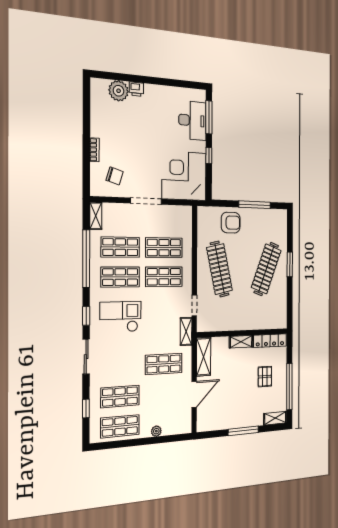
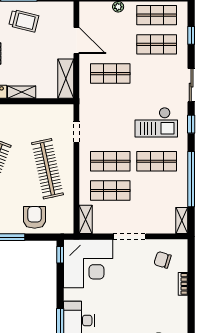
window: (209, 155) -> (60, 255), moved
armchair: (231, 223) -> (35, 217), turned 90
shop shelf: (120, 247) -> (157, 190), removed
shelving: (186, 331) -> (86, 219), moved
door: (194, 394) -> (76, 41), swing flipped
trolley: (239, 410) -> (24, 21), added

